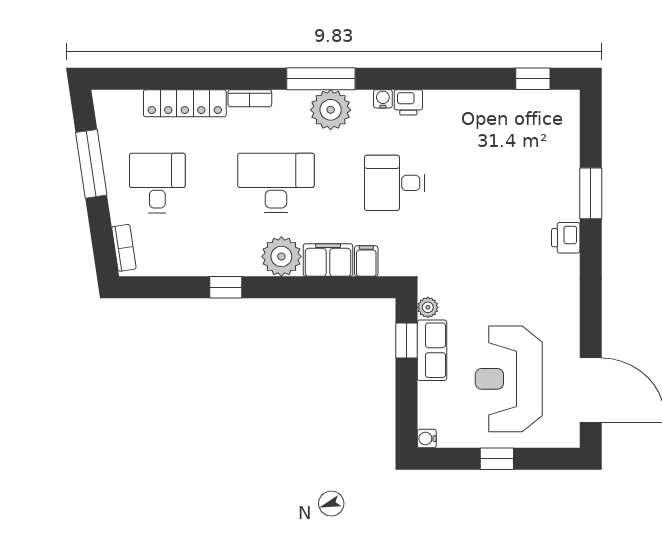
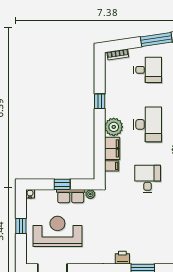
window: (407, 341) -> (62, 184), moved

